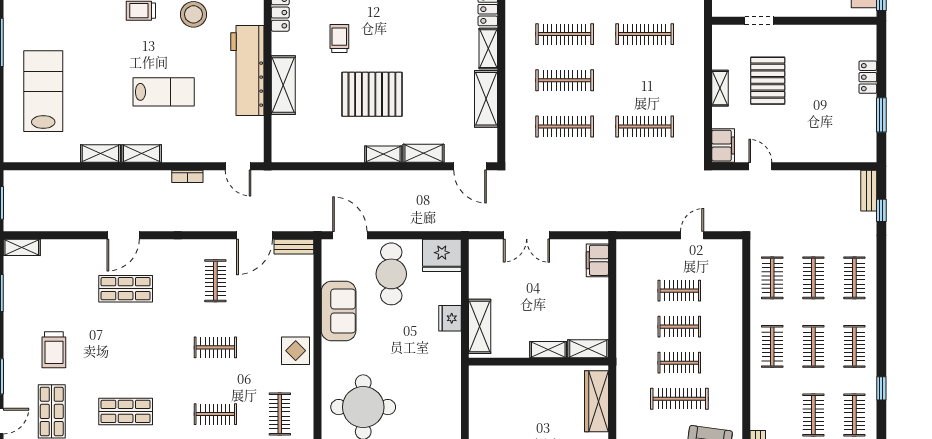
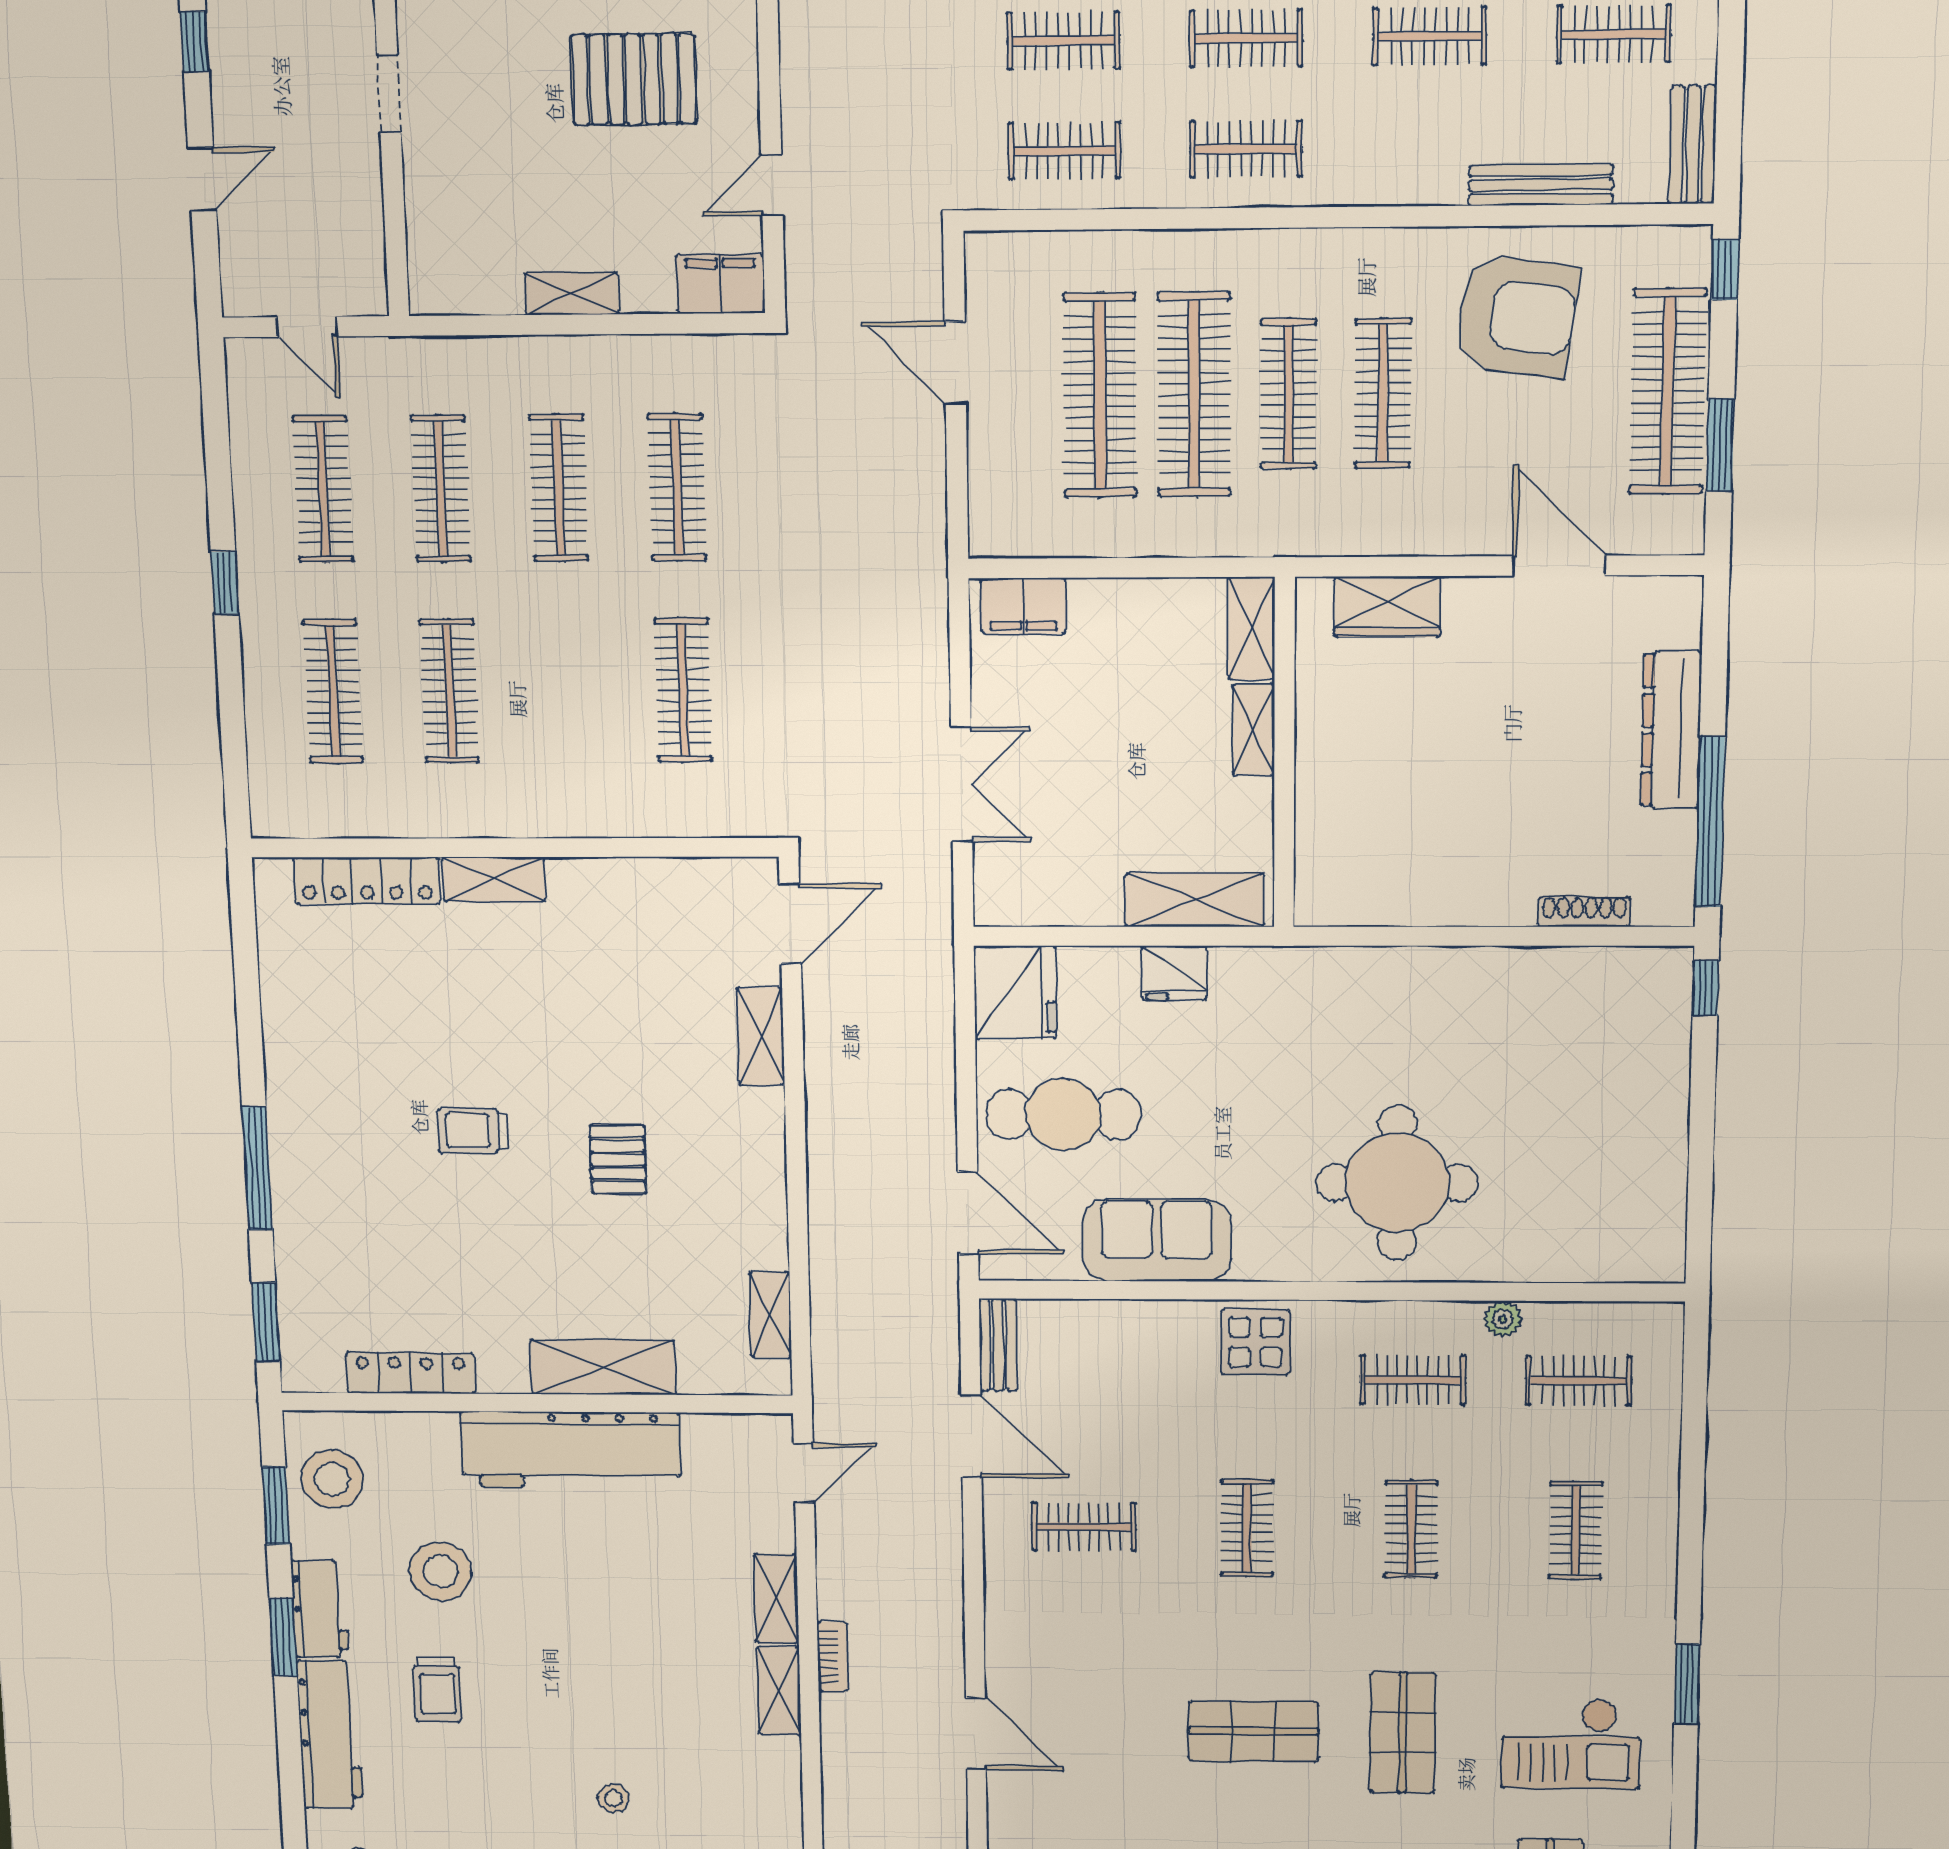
doorway: (759, 21) -> (389, 94), moved
trolley: (339, 39) -> (473, 1131), moved
clothes rail: (565, 80) -> (559, 488), moved
pallet: (768, 81) -> (634, 79), moved
stool: (92, 83) -> (614, 1798), added
lab bench: (164, 92) -> (629, 1640), removed
pallet: (372, 94) -> (618, 1160), width x0.49, depth x0.50
shelving: (486, 99) -> (620, 885), removed
shelving: (100, 154) -> (776, 1599), moved
shelving: (383, 154) -> (770, 1315), moved
bookcase: (187, 176) -> (833, 1657), moved
door: (350, 235) -> (968, 1213), swing flipped
door: (692, 235) -> (955, 363), width x1.37
shop shelf: (126, 289) -> (1253, 1731), moved, turned 90
clothes rail: (679, 291) -> (1100, 395), width x1.86, depth x1.31
clothes rail: (679, 327) -> (1194, 395), width x1.86, depth x1.31
clothes rail: (679, 363) -> (1288, 394), width x1.36
wardrobe: (597, 401) -> (1387, 607), width x0.67

